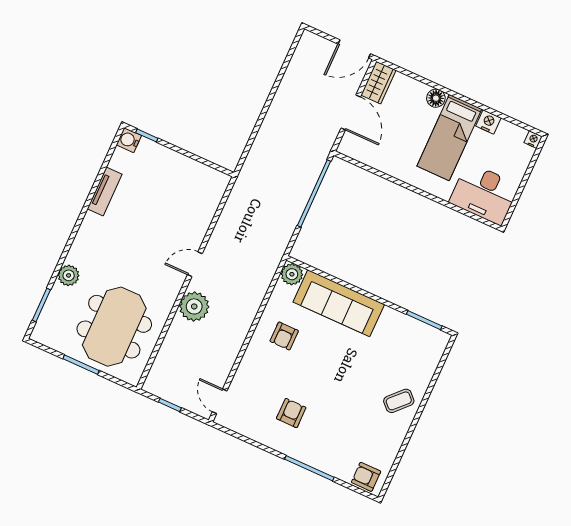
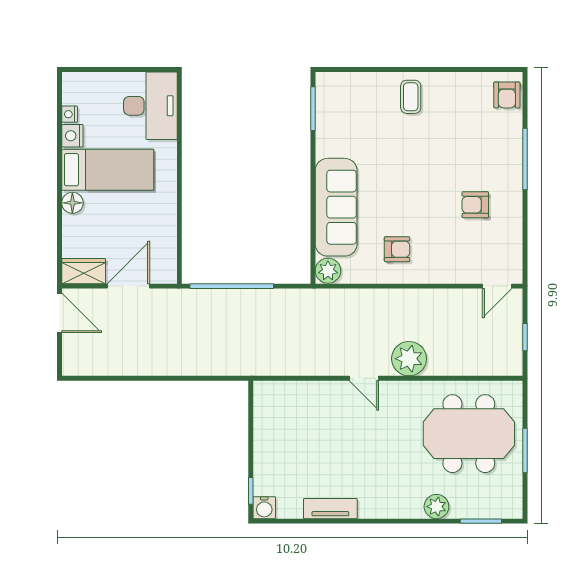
nightstand: (533, 140) -> (70, 114), moved
coffee table: (399, 401) -> (411, 97), turned 46

